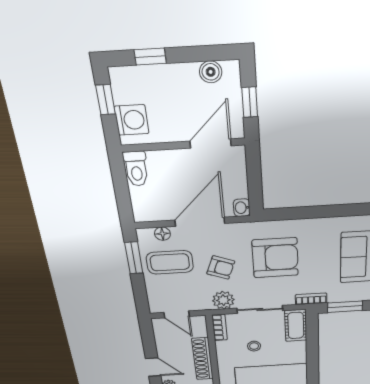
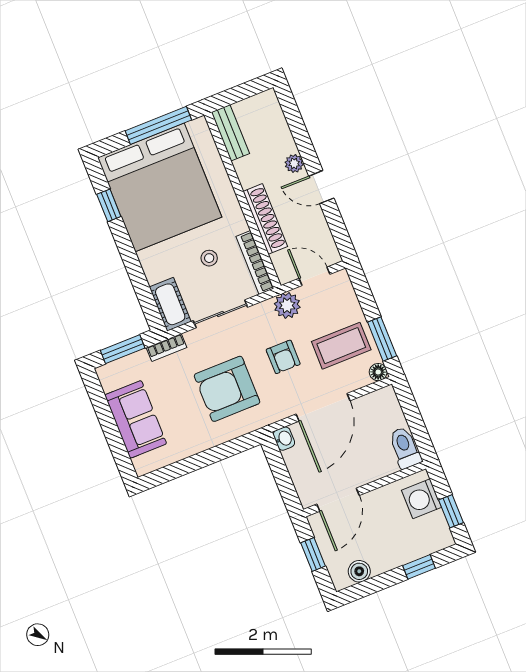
floor lamp: (162, 234) -> (378, 372), moved
armchair: (221, 268) -> (283, 357), turned -111
plant: (223, 300) -> (287, 305), moved
bookcase: (220, 327) -> (255, 263), width x1.56

